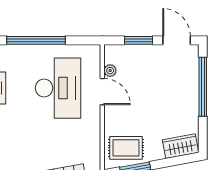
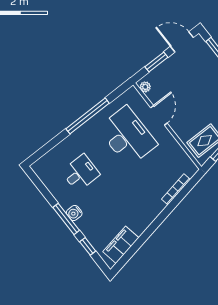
plant: (110, 71) -> (145, 87), moved
door: (102, 92) -> (159, 115), hinge flipped

